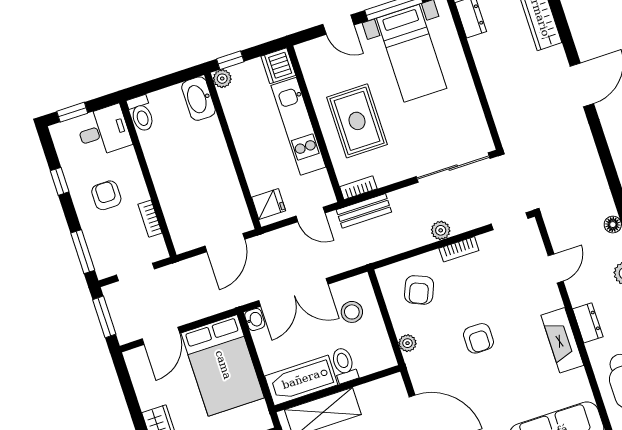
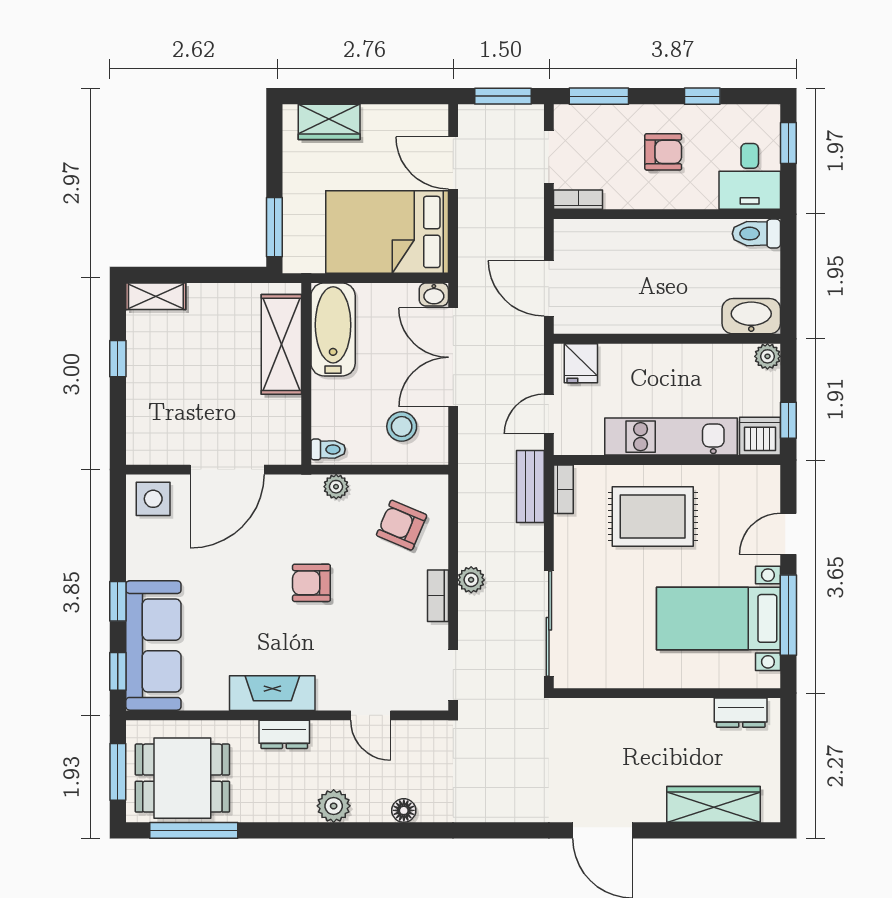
window: (230, 60) -> (788, 420), moved
bookcase: (150, 219) -> (578, 200), moved
toilet: (344, 365) -> (328, 449), moved, width x0.73, depth x0.72

